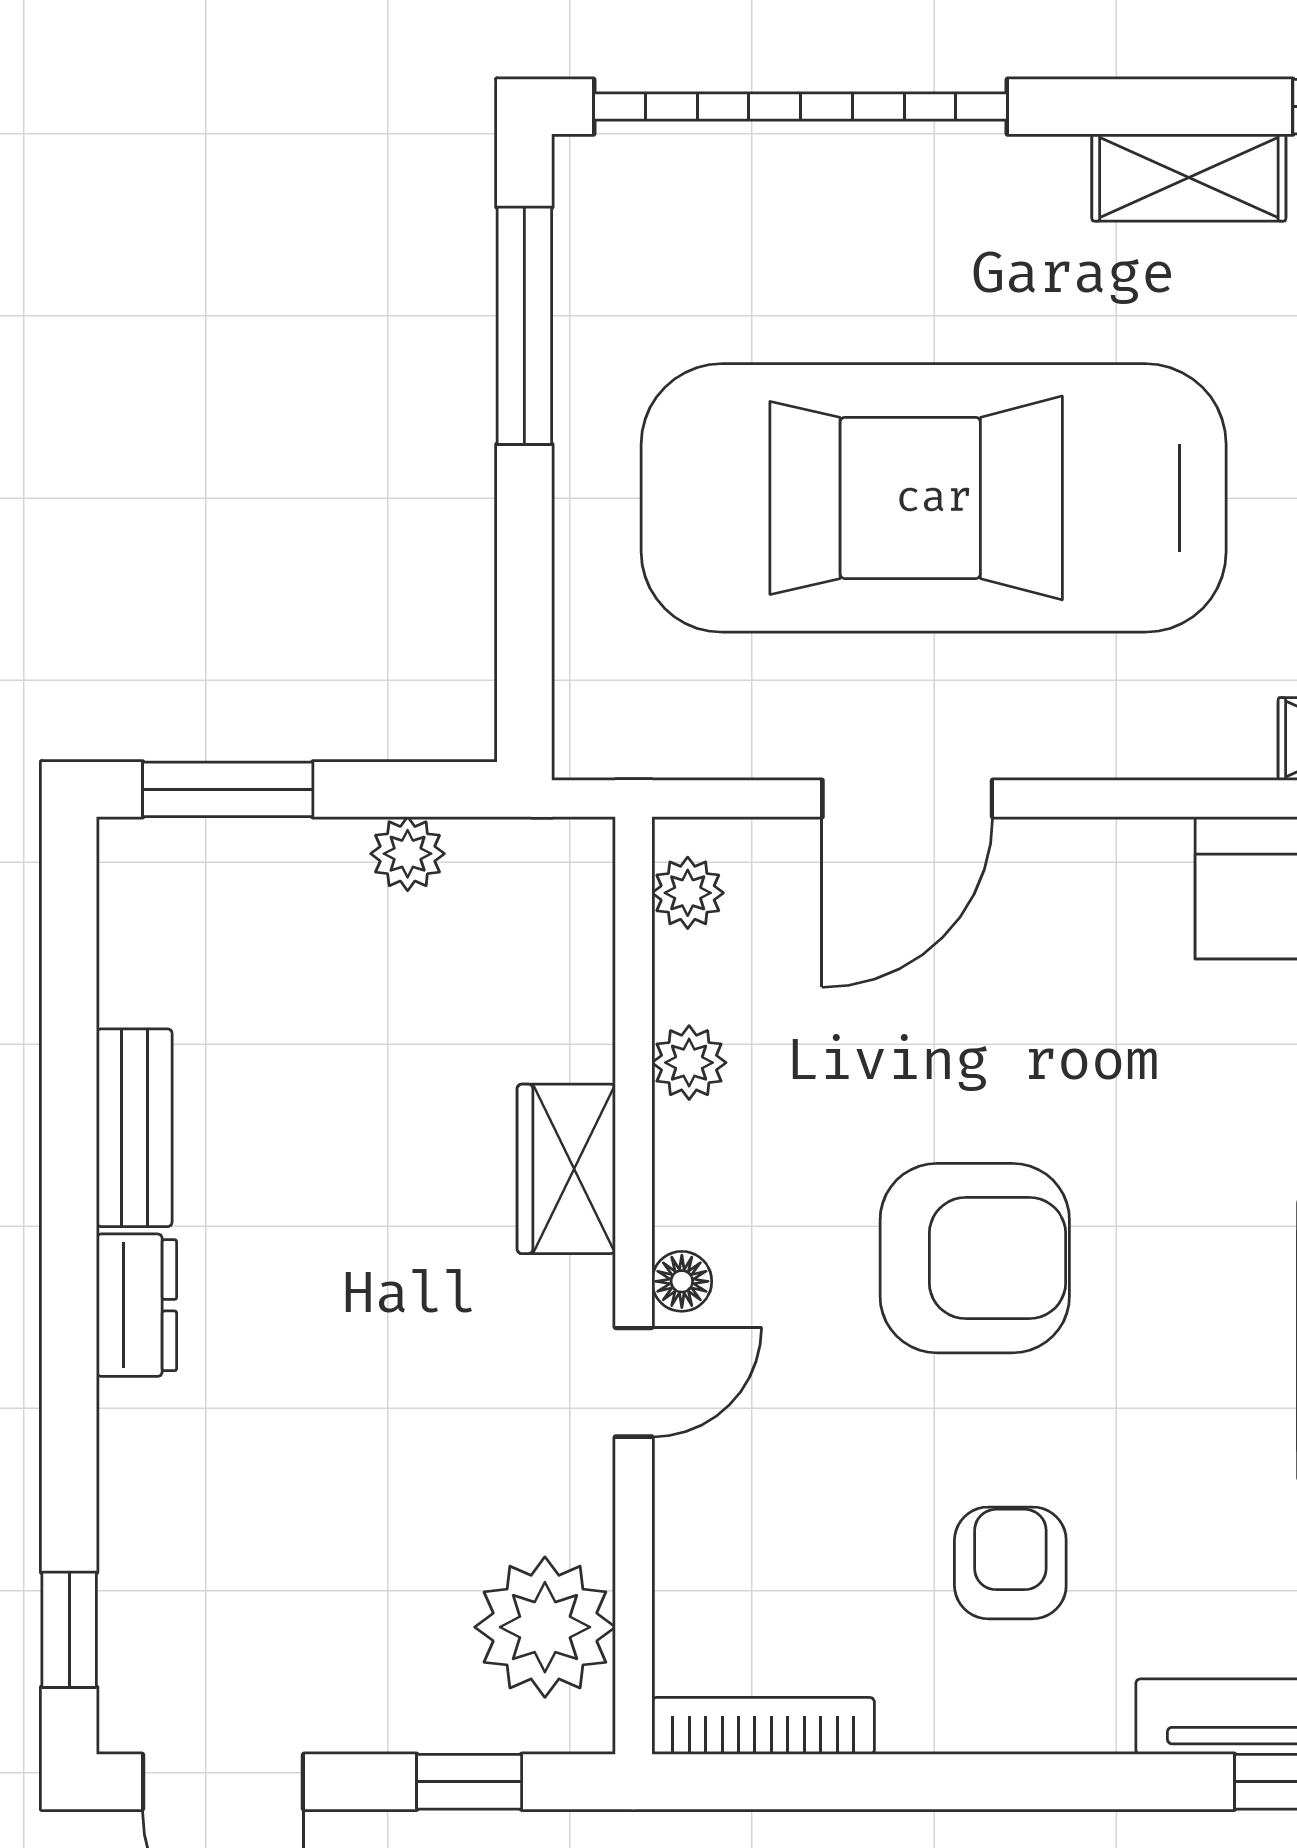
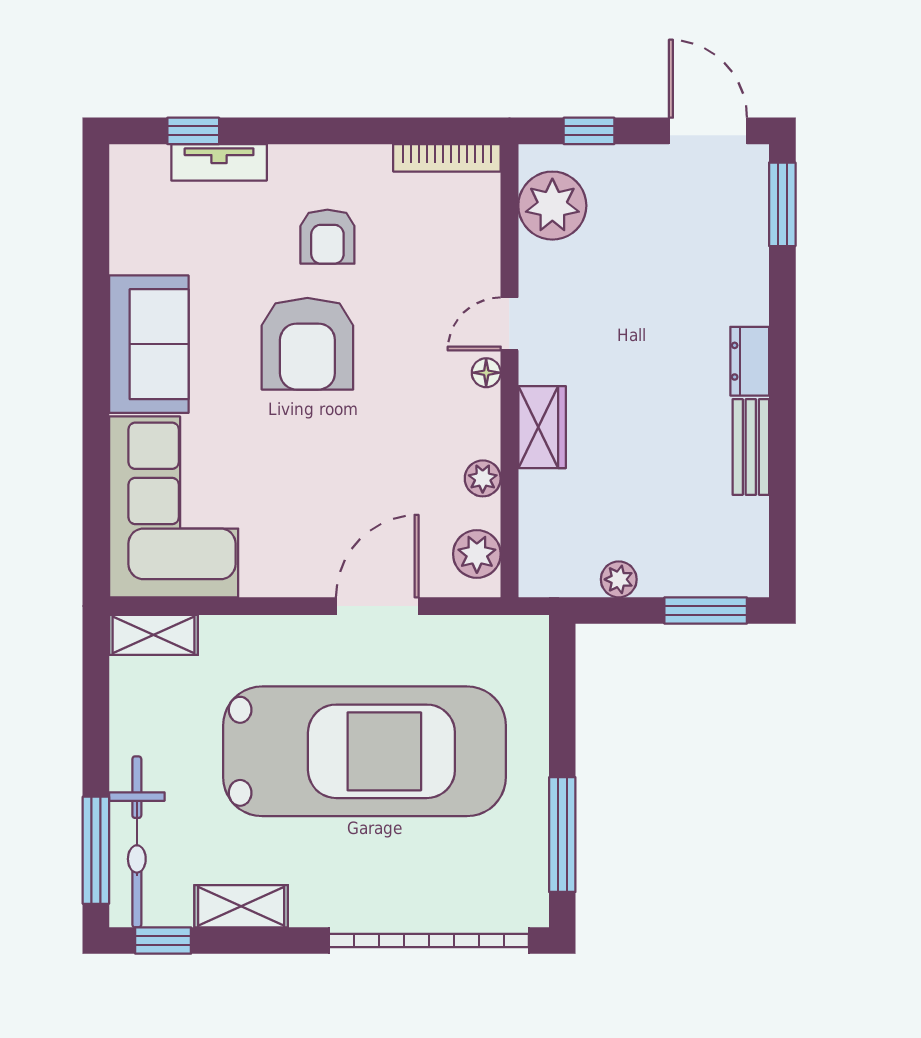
plant: (688, 893) -> (477, 554), width x1.38, depth x1.38
armchair: (975, 1258) -> (307, 344), moved, turned -90
window: (69, 1630) -> (782, 204), width x1.50

